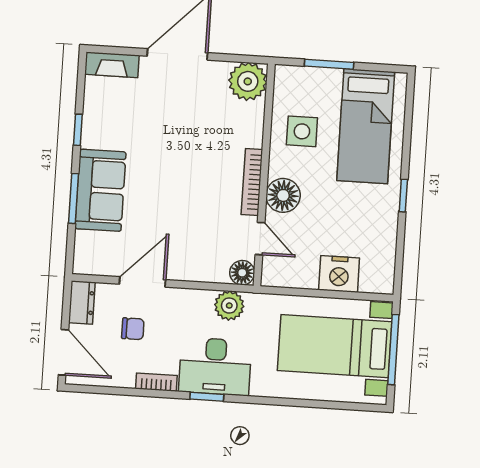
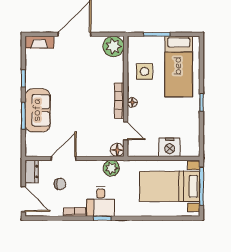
floor lamp: (283, 195) -> (132, 102), width x0.53, depth x0.53
desk: (215, 366) -> (101, 201), width x0.73

